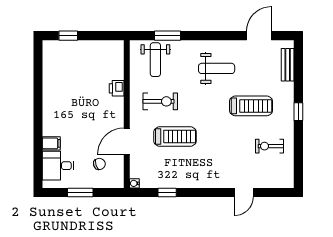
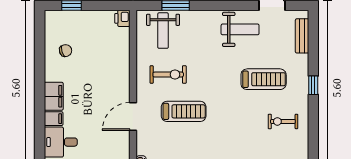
weight bench: (217, 68) -> (240, 29), moved
printer: (117, 88) -> (122, 18), moved
filing cabinet: (51, 122) -> (54, 96), added
chair: (99, 164) -> (66, 51), moved

